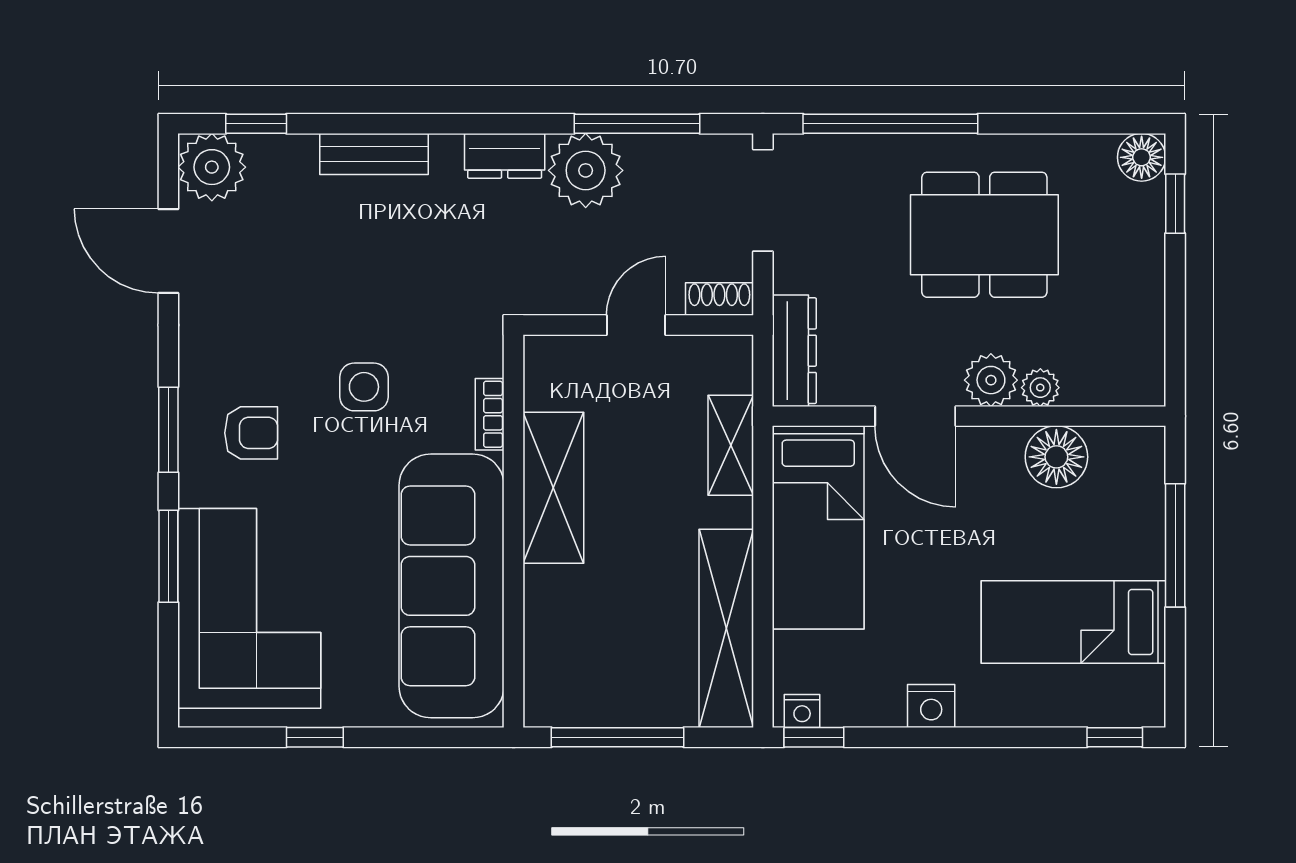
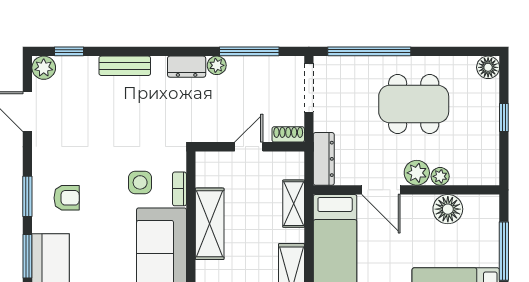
plant: (212, 167) -> (44, 68), width x0.73, depth x0.73
plant: (586, 170) -> (217, 65), width x0.53, depth x0.53
window: (1175, 204) -> (504, 118), moved
side table: (364, 387) -> (140, 182), moved

